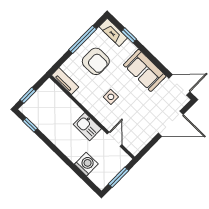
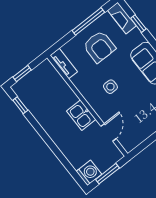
washing machine: (86, 164) -> (89, 173), moved

